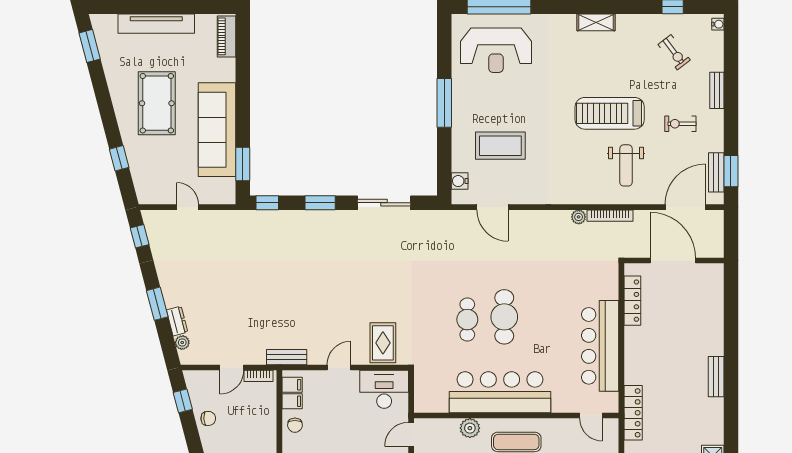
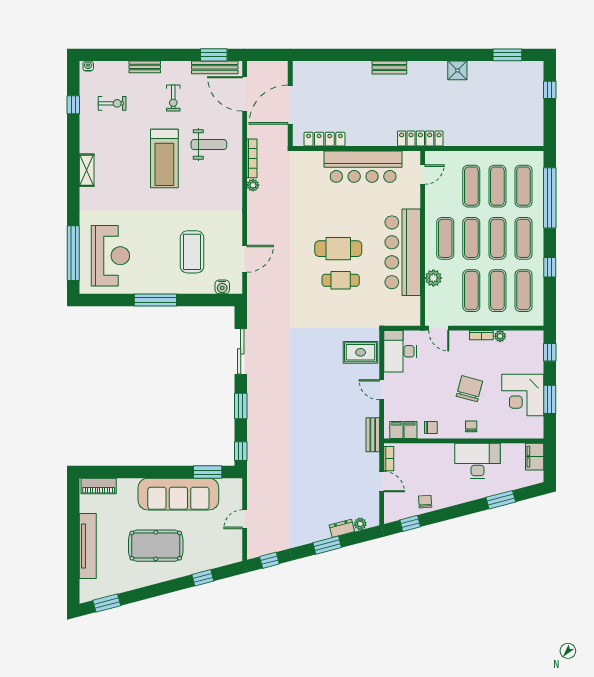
exercise bike: (674, 52) -> (112, 103), turned 37
bench: (716, 172) -> (215, 67), width x1.36

